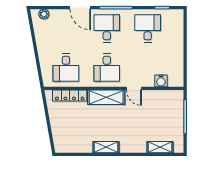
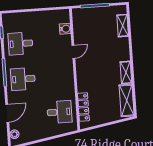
door: (80, 8) -> (7, 113), moved
desk: (107, 68) -> (57, 77), removed
shelving: (106, 97) -> (127, 100), moved

